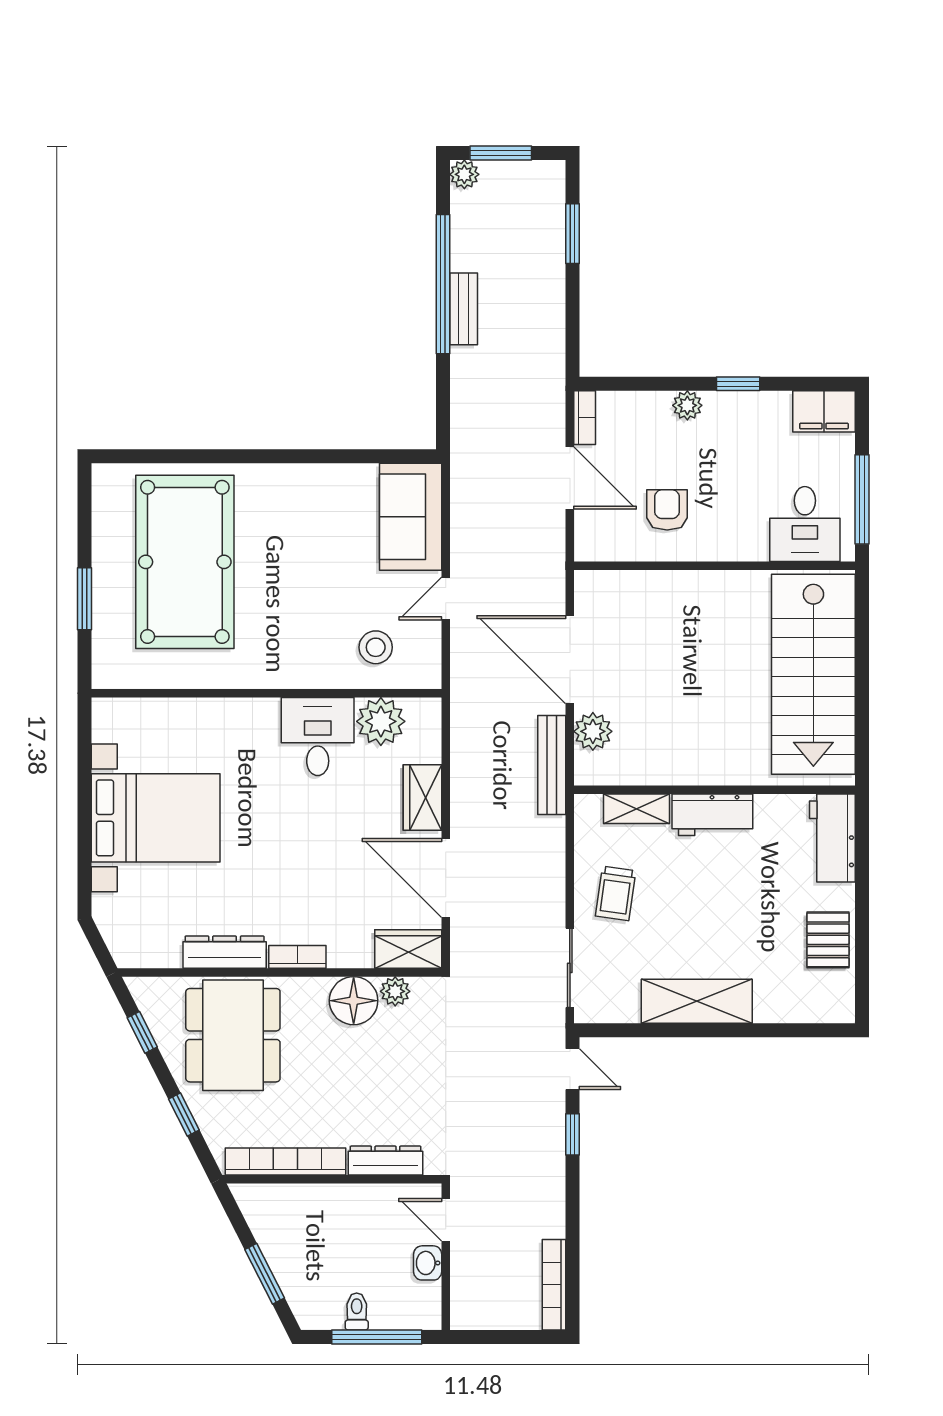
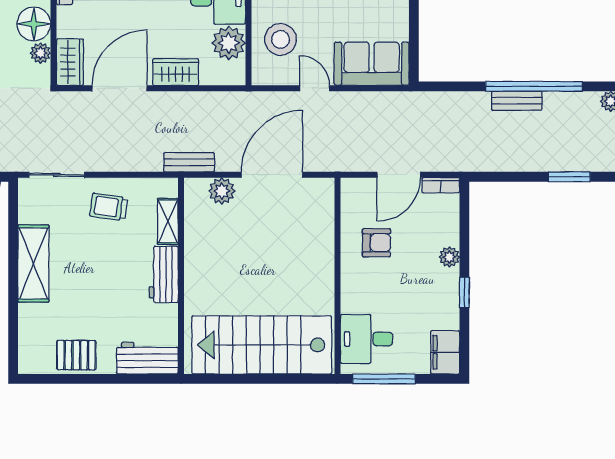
stool: (376, 647) -> (281, 39), width x1.38, depth x1.38
bench: (552, 765) -> (189, 162), width x0.73

